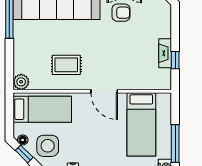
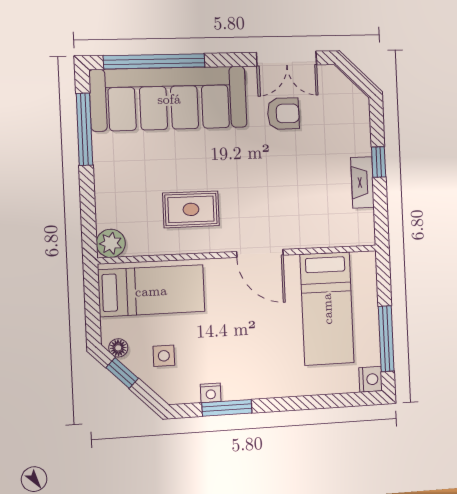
window: (175, 60) -> (379, 162), moved
side table: (48, 146) -> (164, 356), width x0.54, depth x0.54

